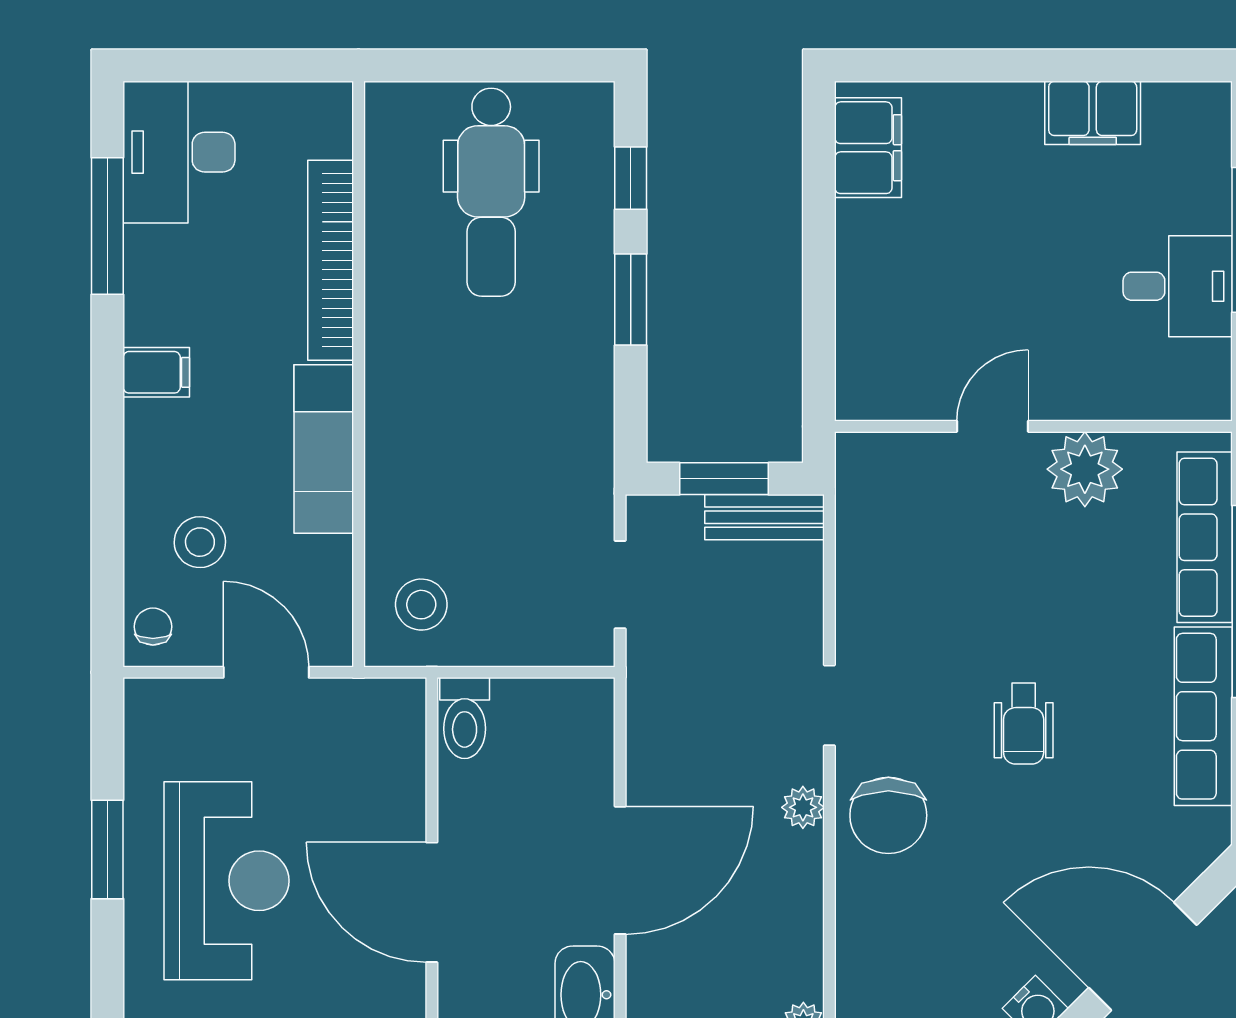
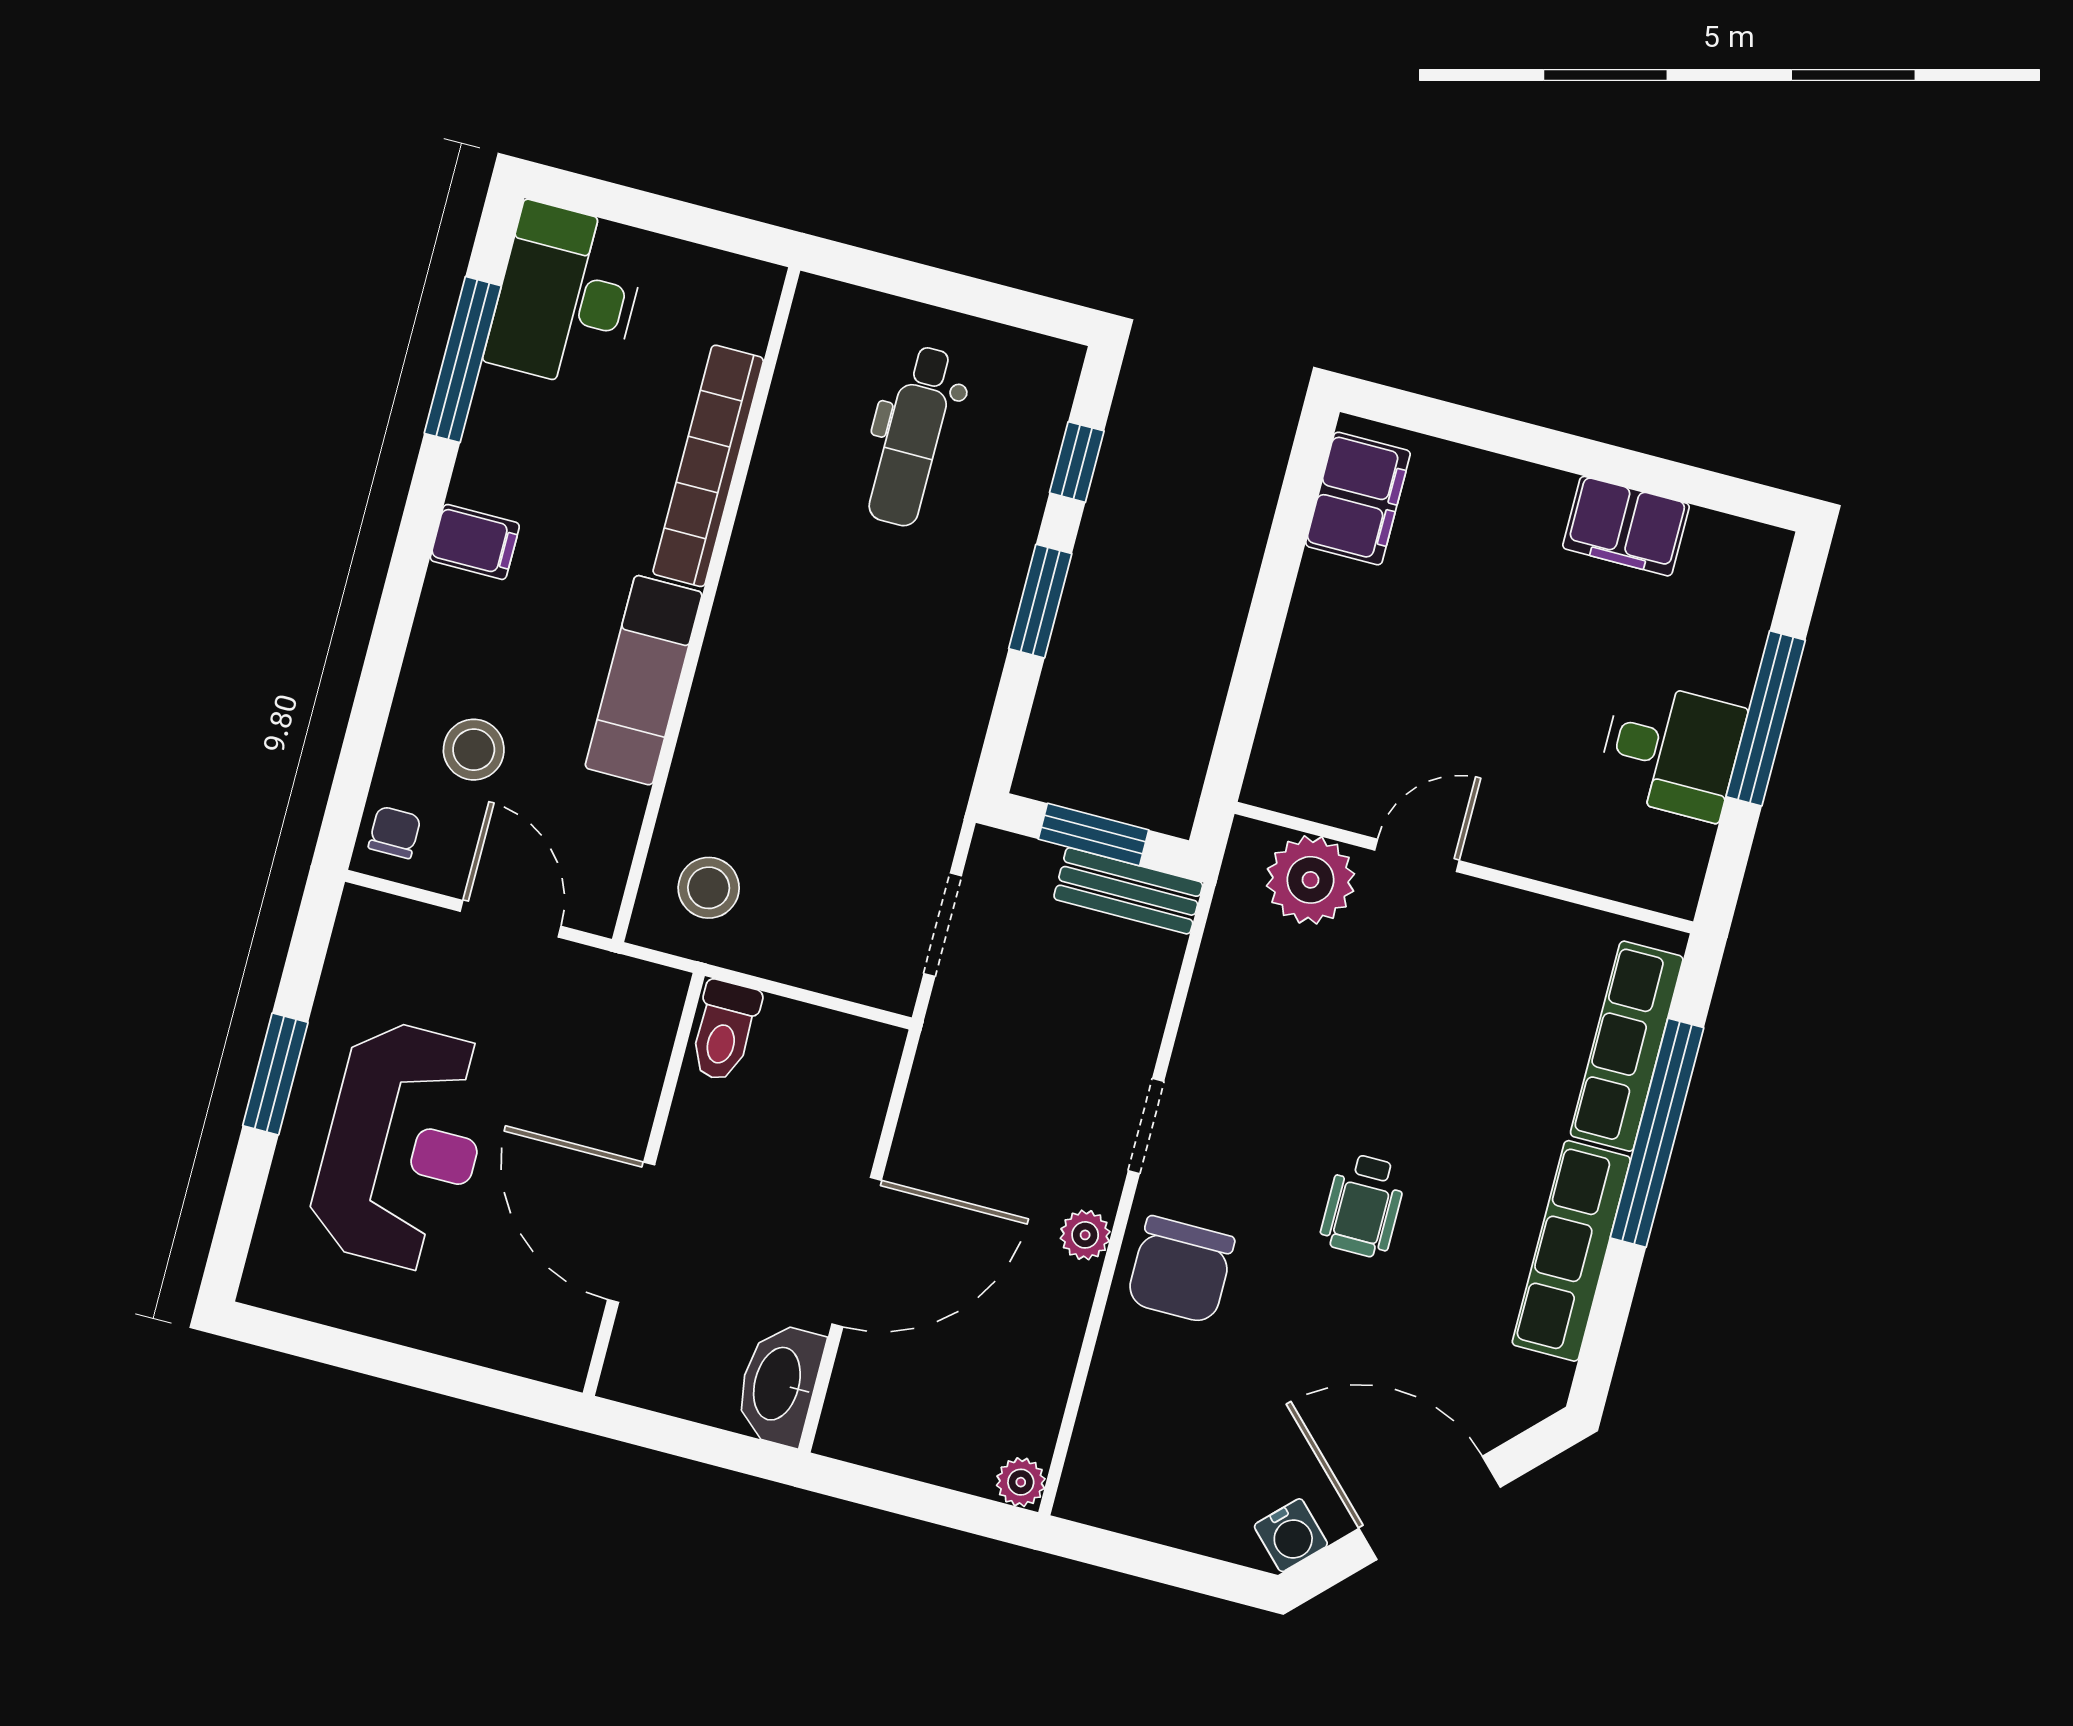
dental chair: (491, 192) -> (913, 436), width x0.73, depth x0.72
plant: (1085, 469) -> (1311, 880), moved

